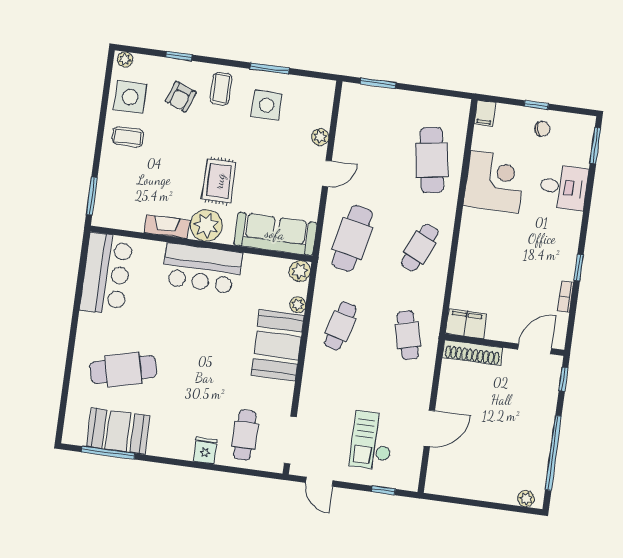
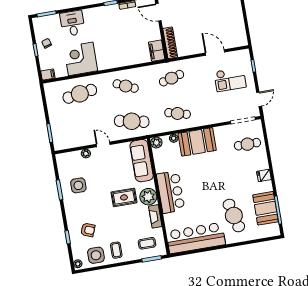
coffee table: (221, 89) -> (147, 243), moved
bar counter: (106, 274) -> (196, 238), width x1.36
fridge: (205, 451) -> (264, 175), moved

